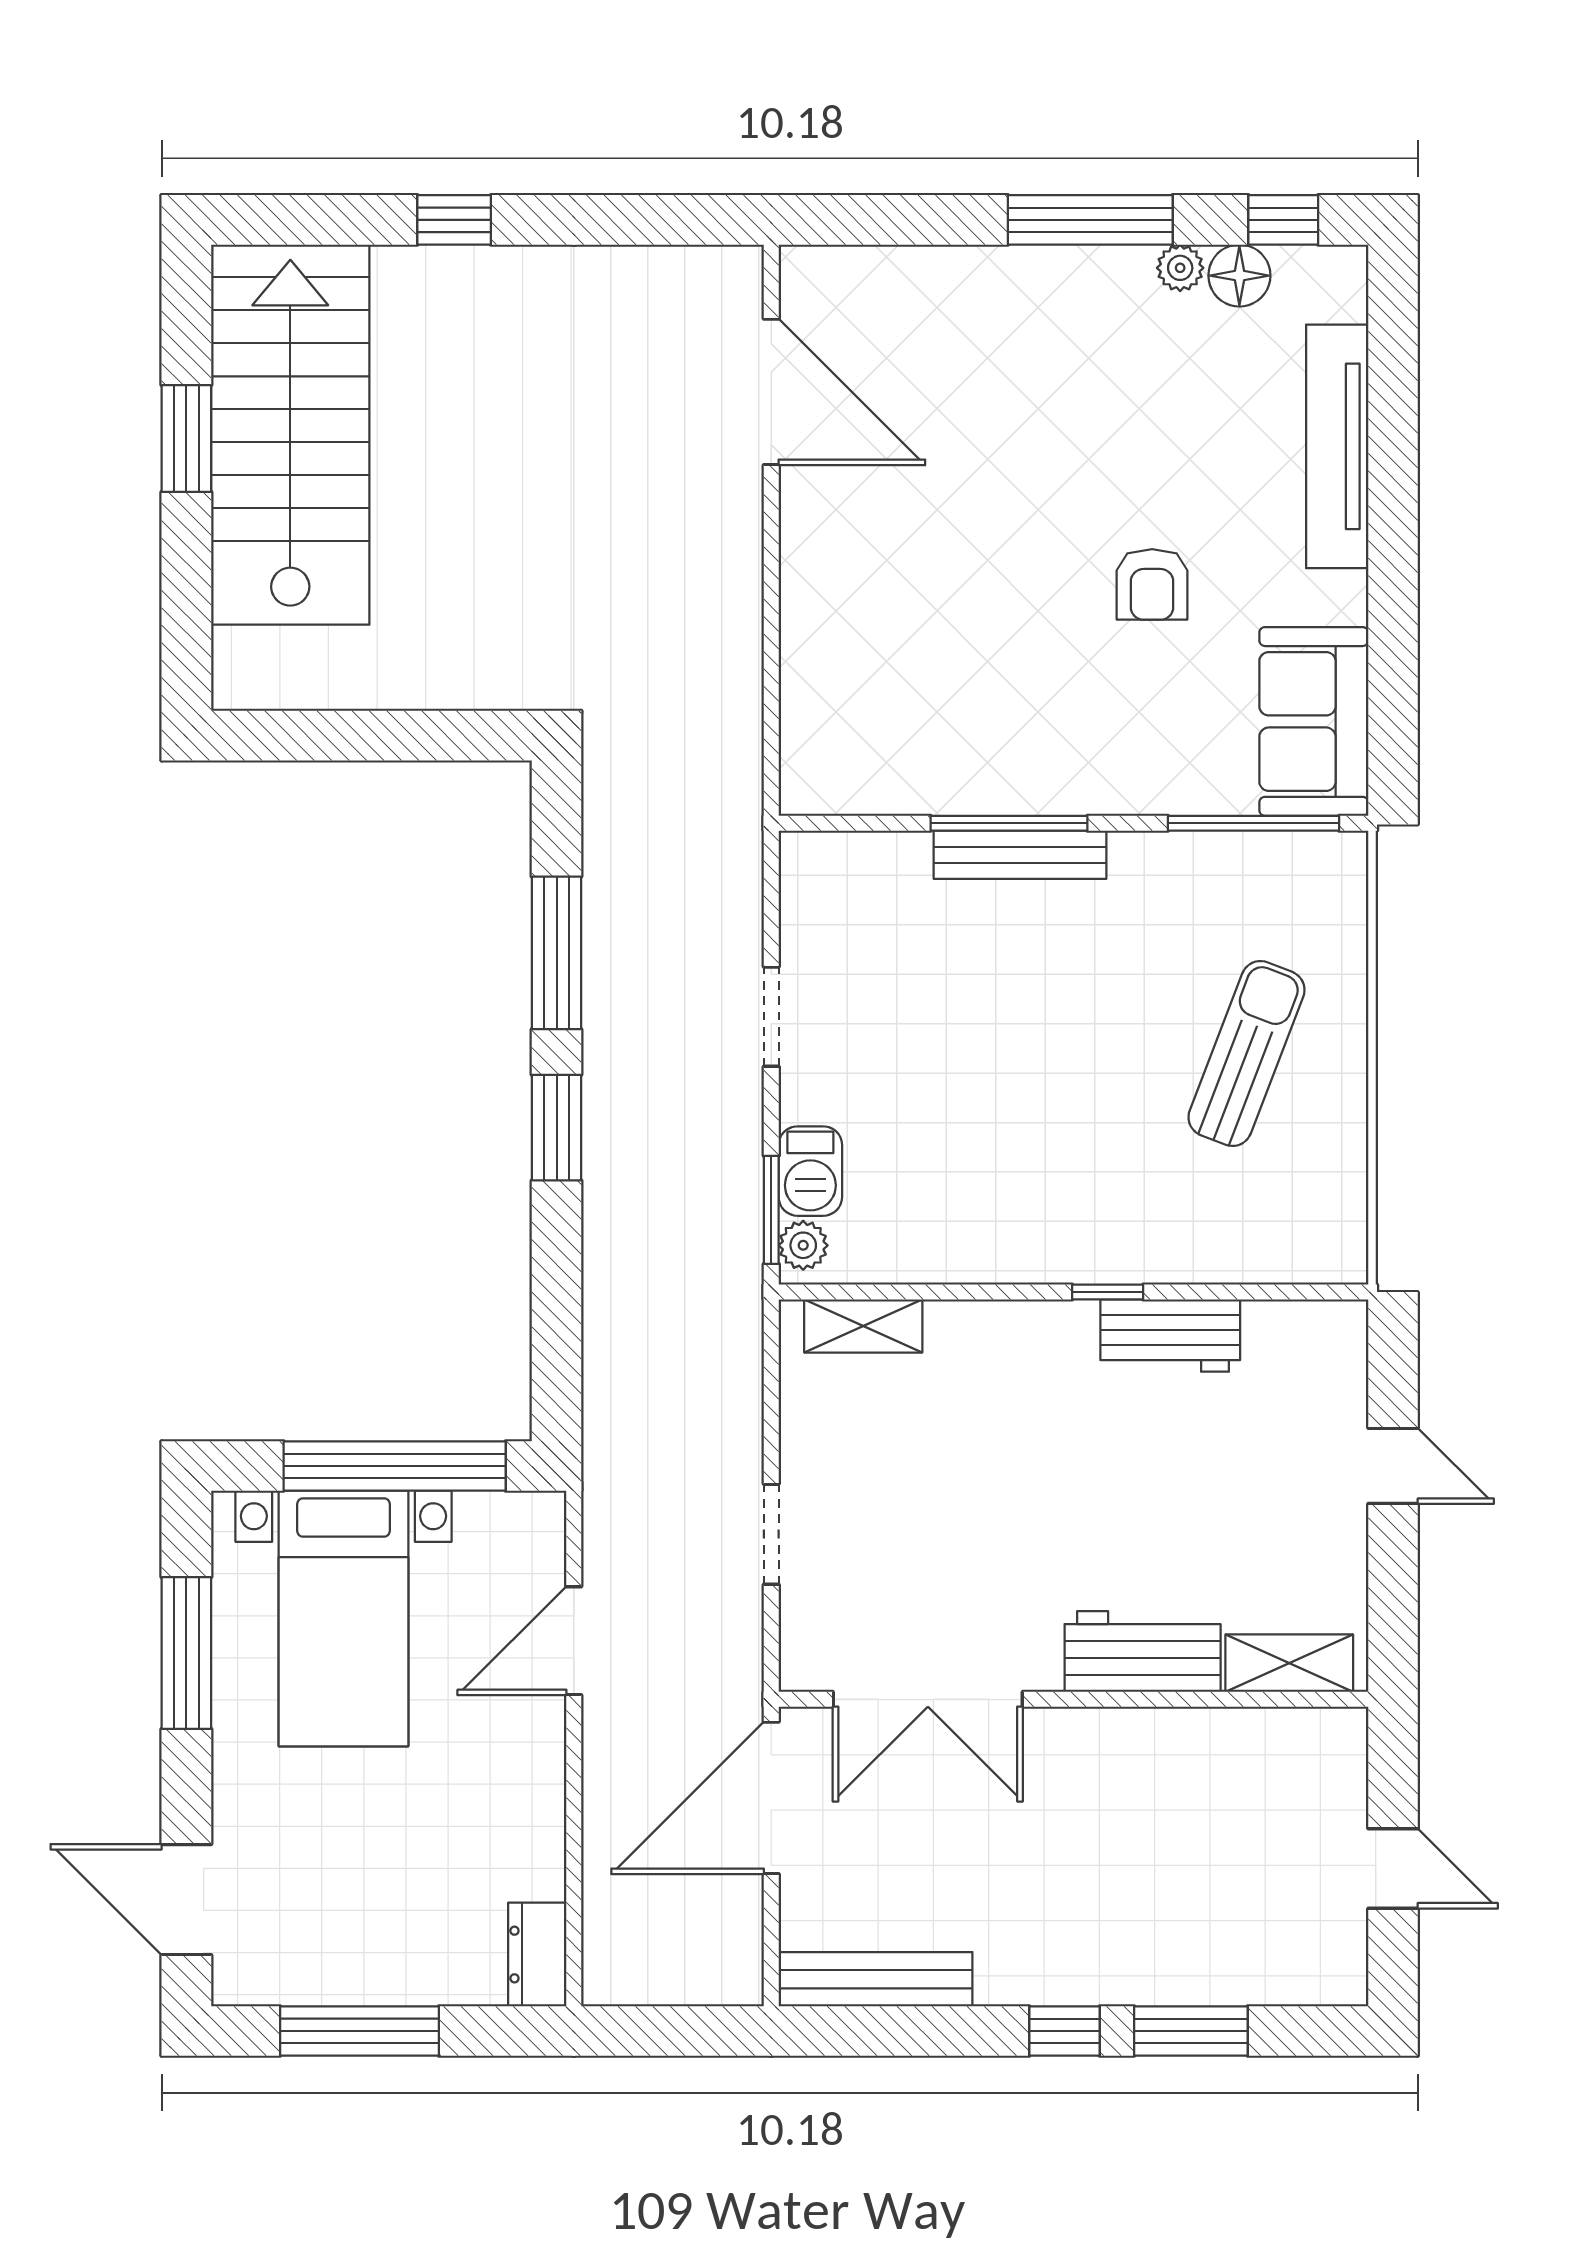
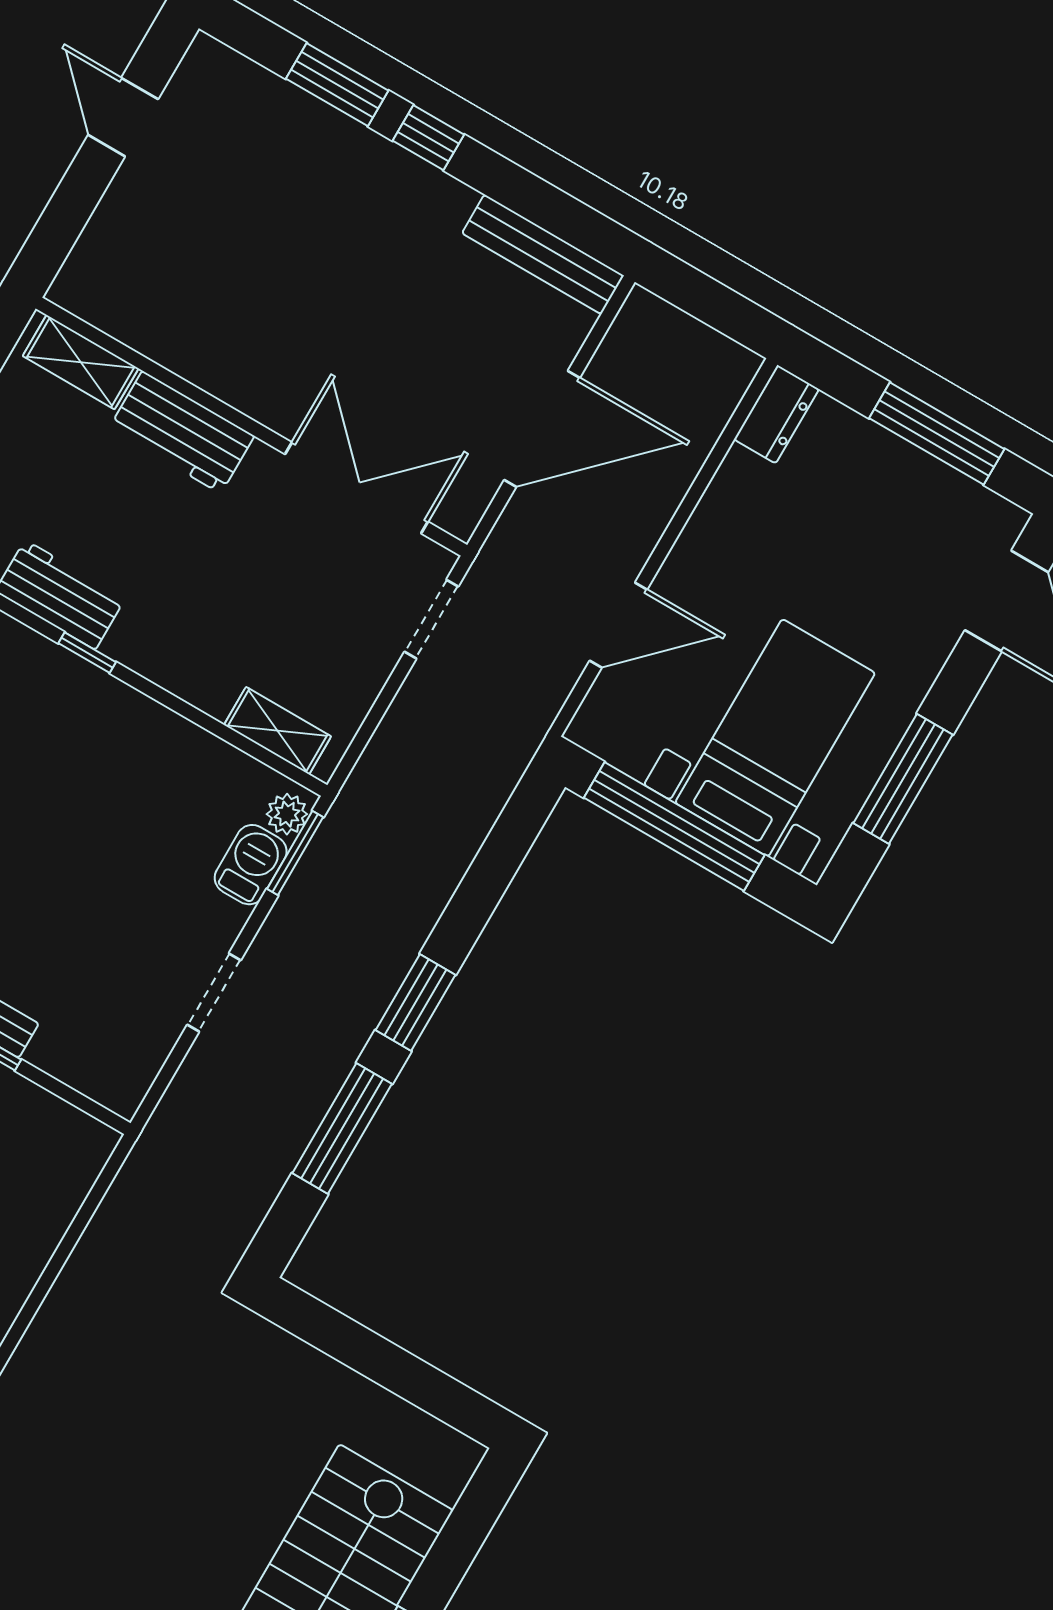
workbench: (1143, 1651) -> (182, 432), moved
shelving: (1289, 1663) -> (81, 362), moved
double door: (928, 1699) -> (357, 488), moved
wall: (1073, 1699) -> (251, 427), moved

